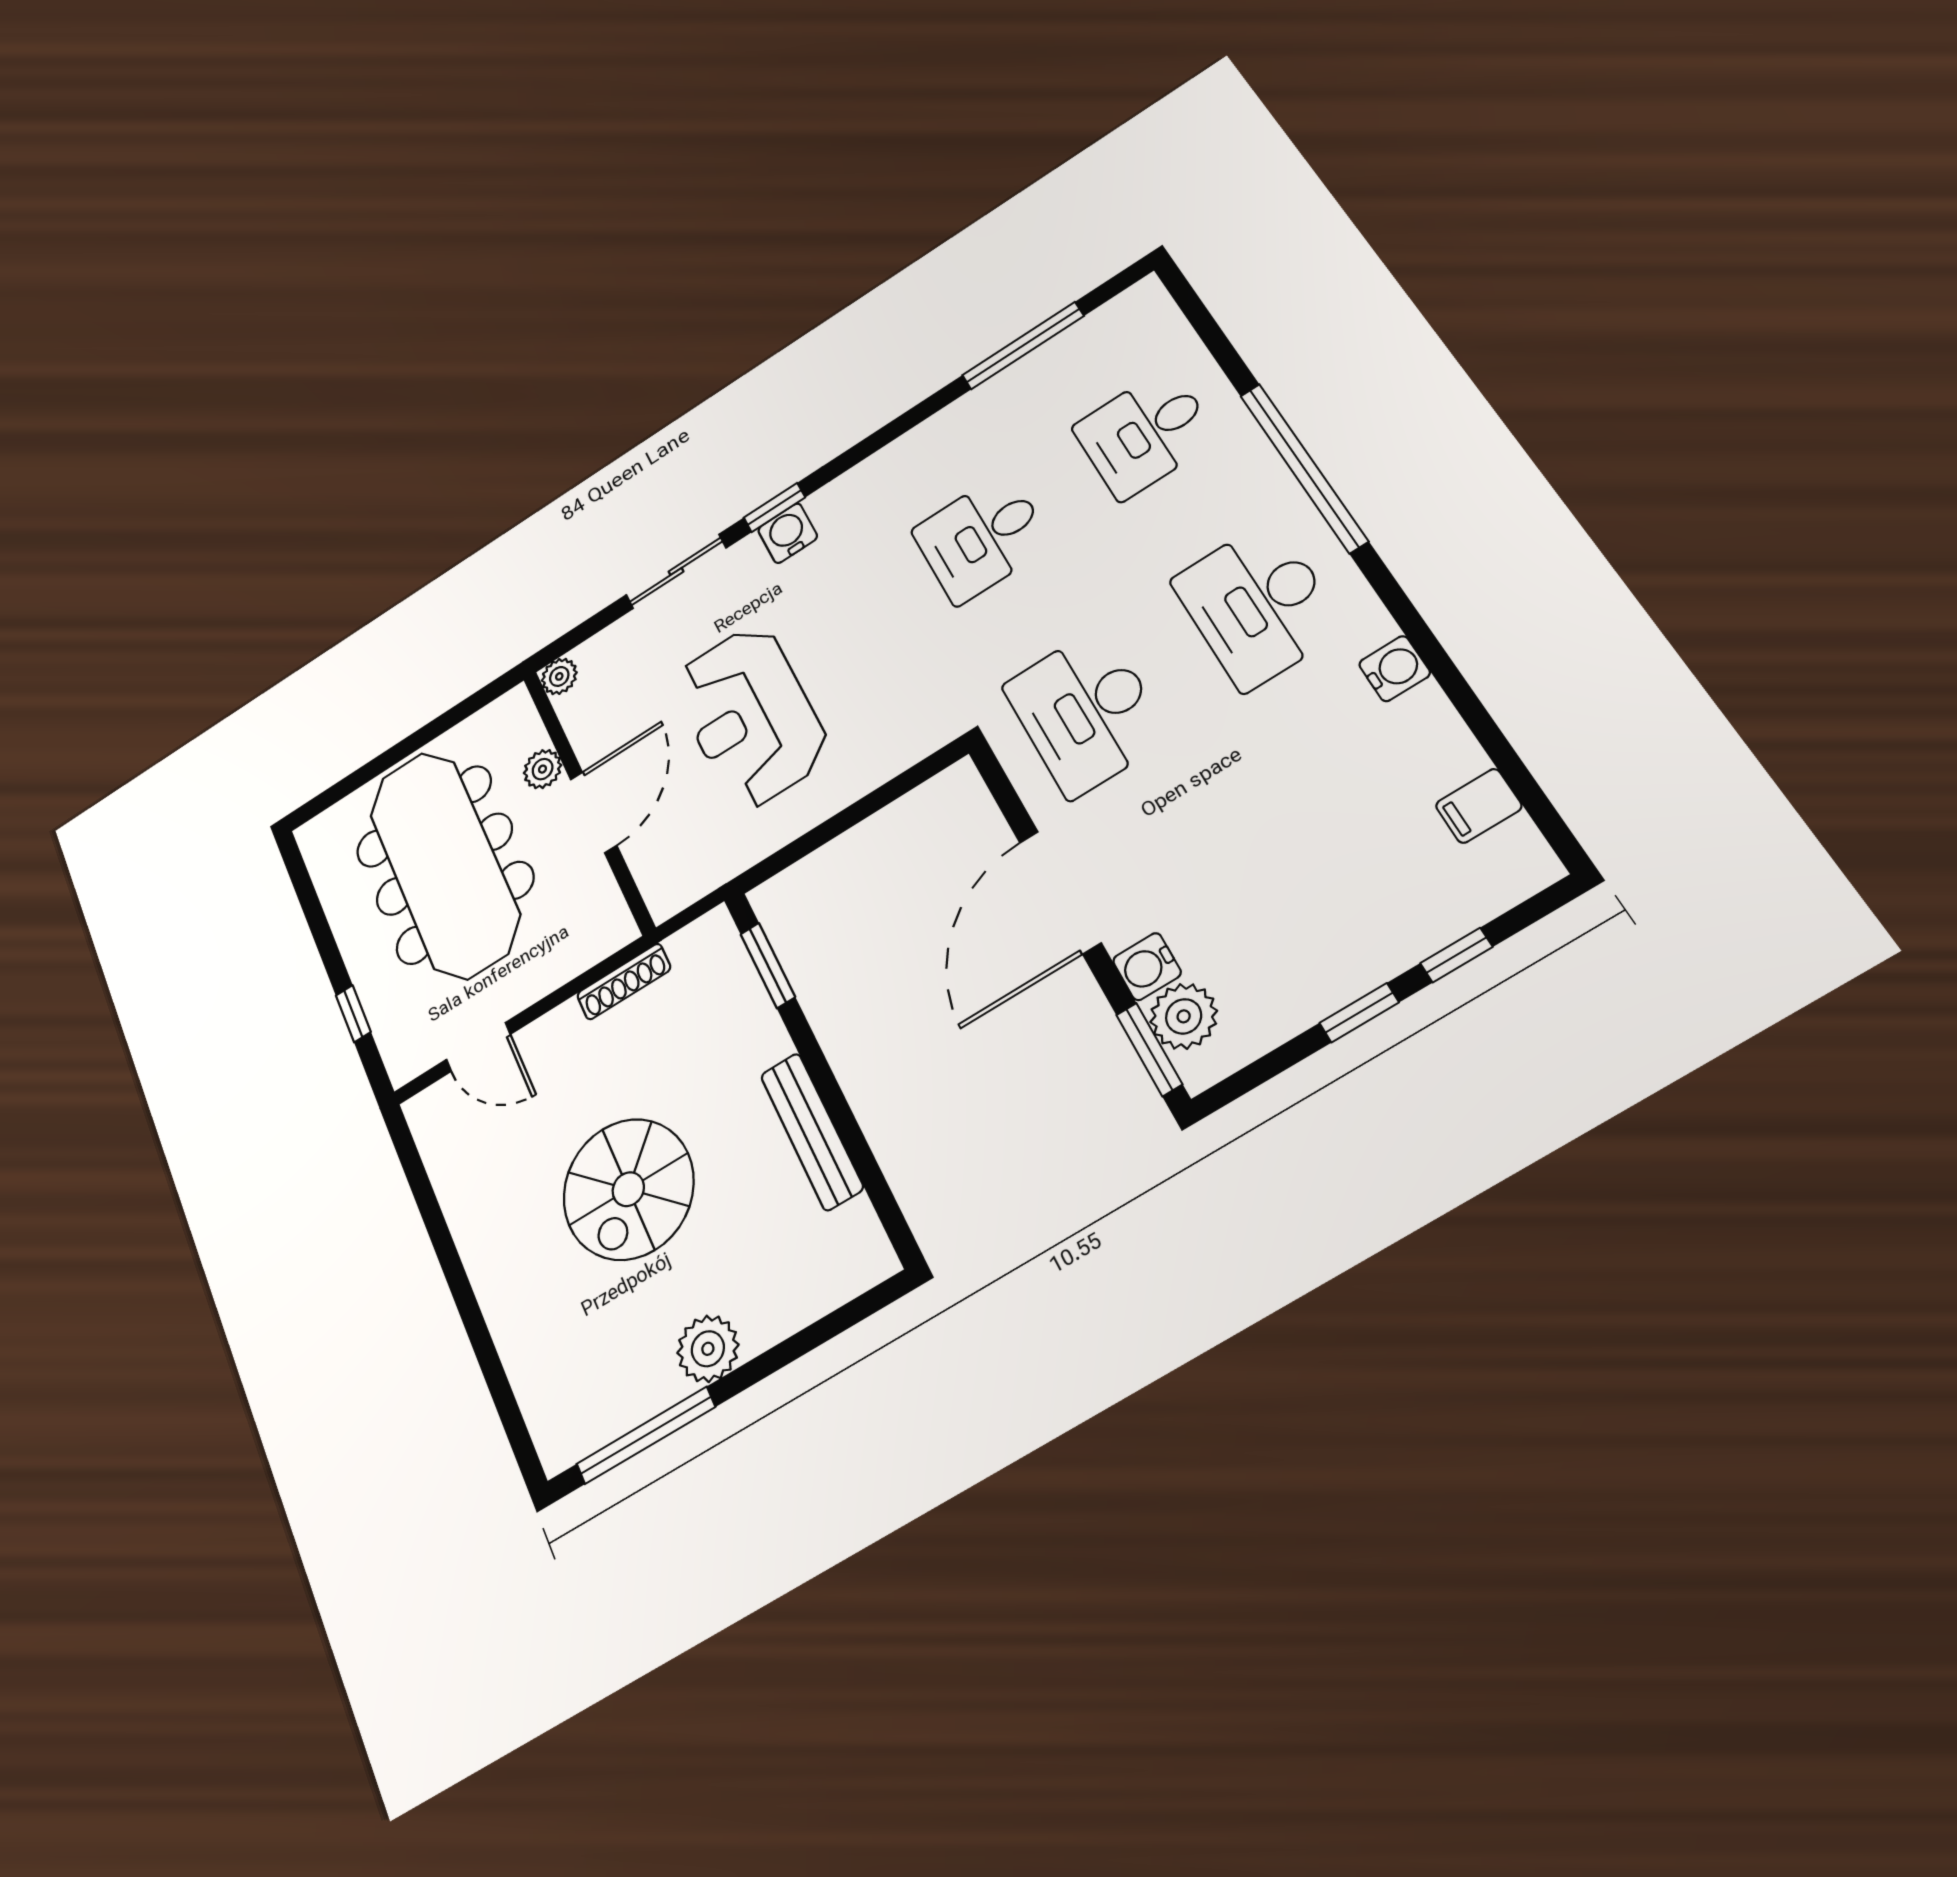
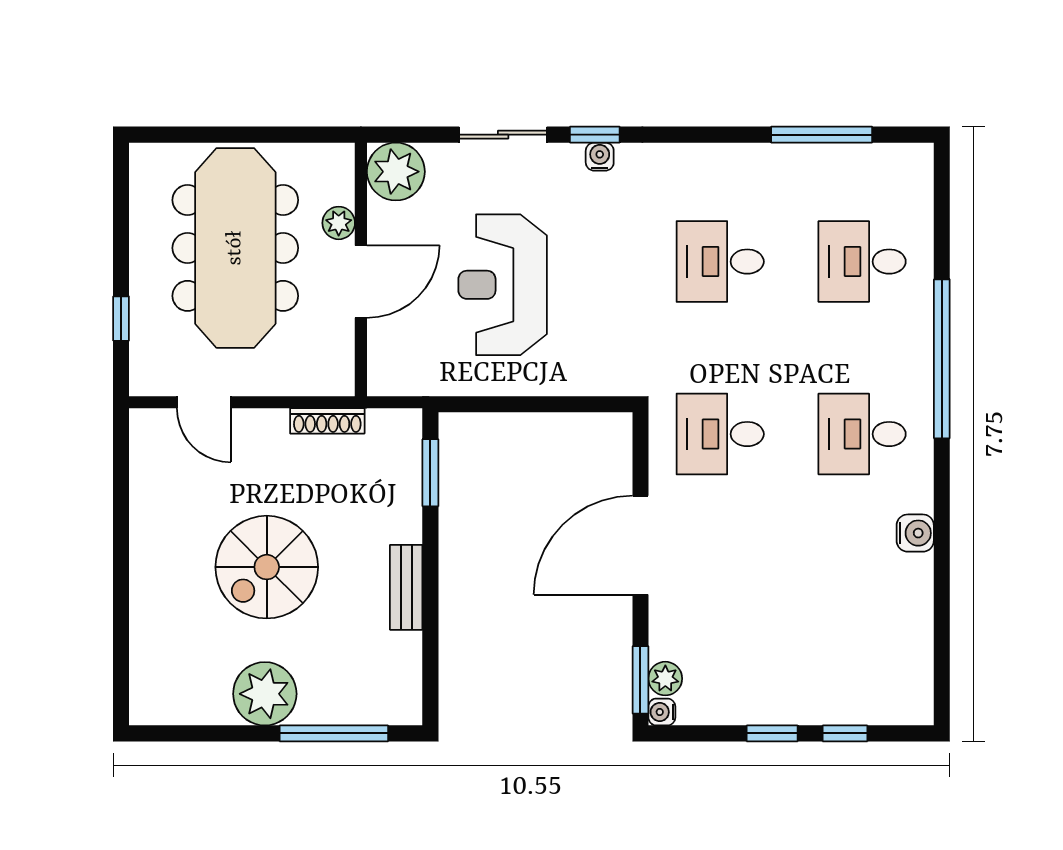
water cooler: (788, 533) -> (600, 157), width x0.72, depth x0.72
desk: (1258, 605) -> (862, 434), width x0.73
plant: (559, 676) -> (396, 172), width x1.88, depth x1.88
desk: (1086, 712) -> (720, 434), width x0.73
filing cabinet: (1479, 806) -> (910, 652), removed
water cooler: (1147, 967) -> (662, 712), moved, width x0.72, depth x0.72
plant: (1184, 1016) -> (665, 679), width x0.73, depth x0.73
bench: (812, 1131) -> (406, 587), width x0.73
plant: (708, 1349) -> (265, 694), width x1.36, depth x1.36
window: (646, 1435) -> (334, 733), moved

